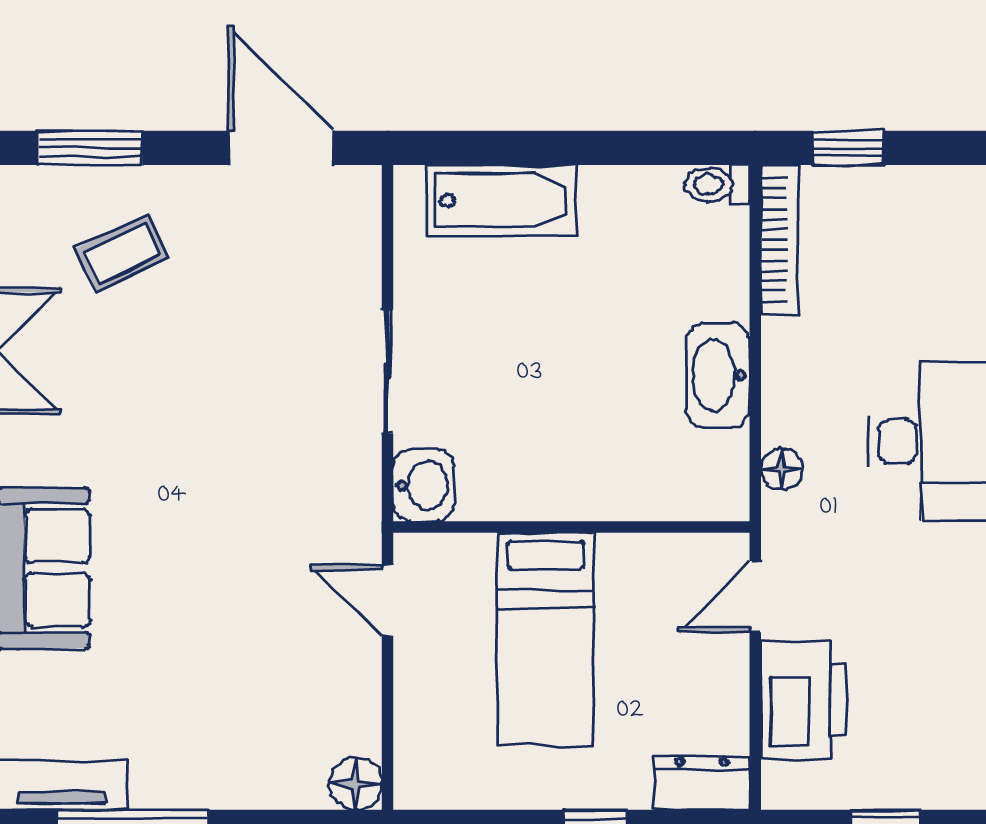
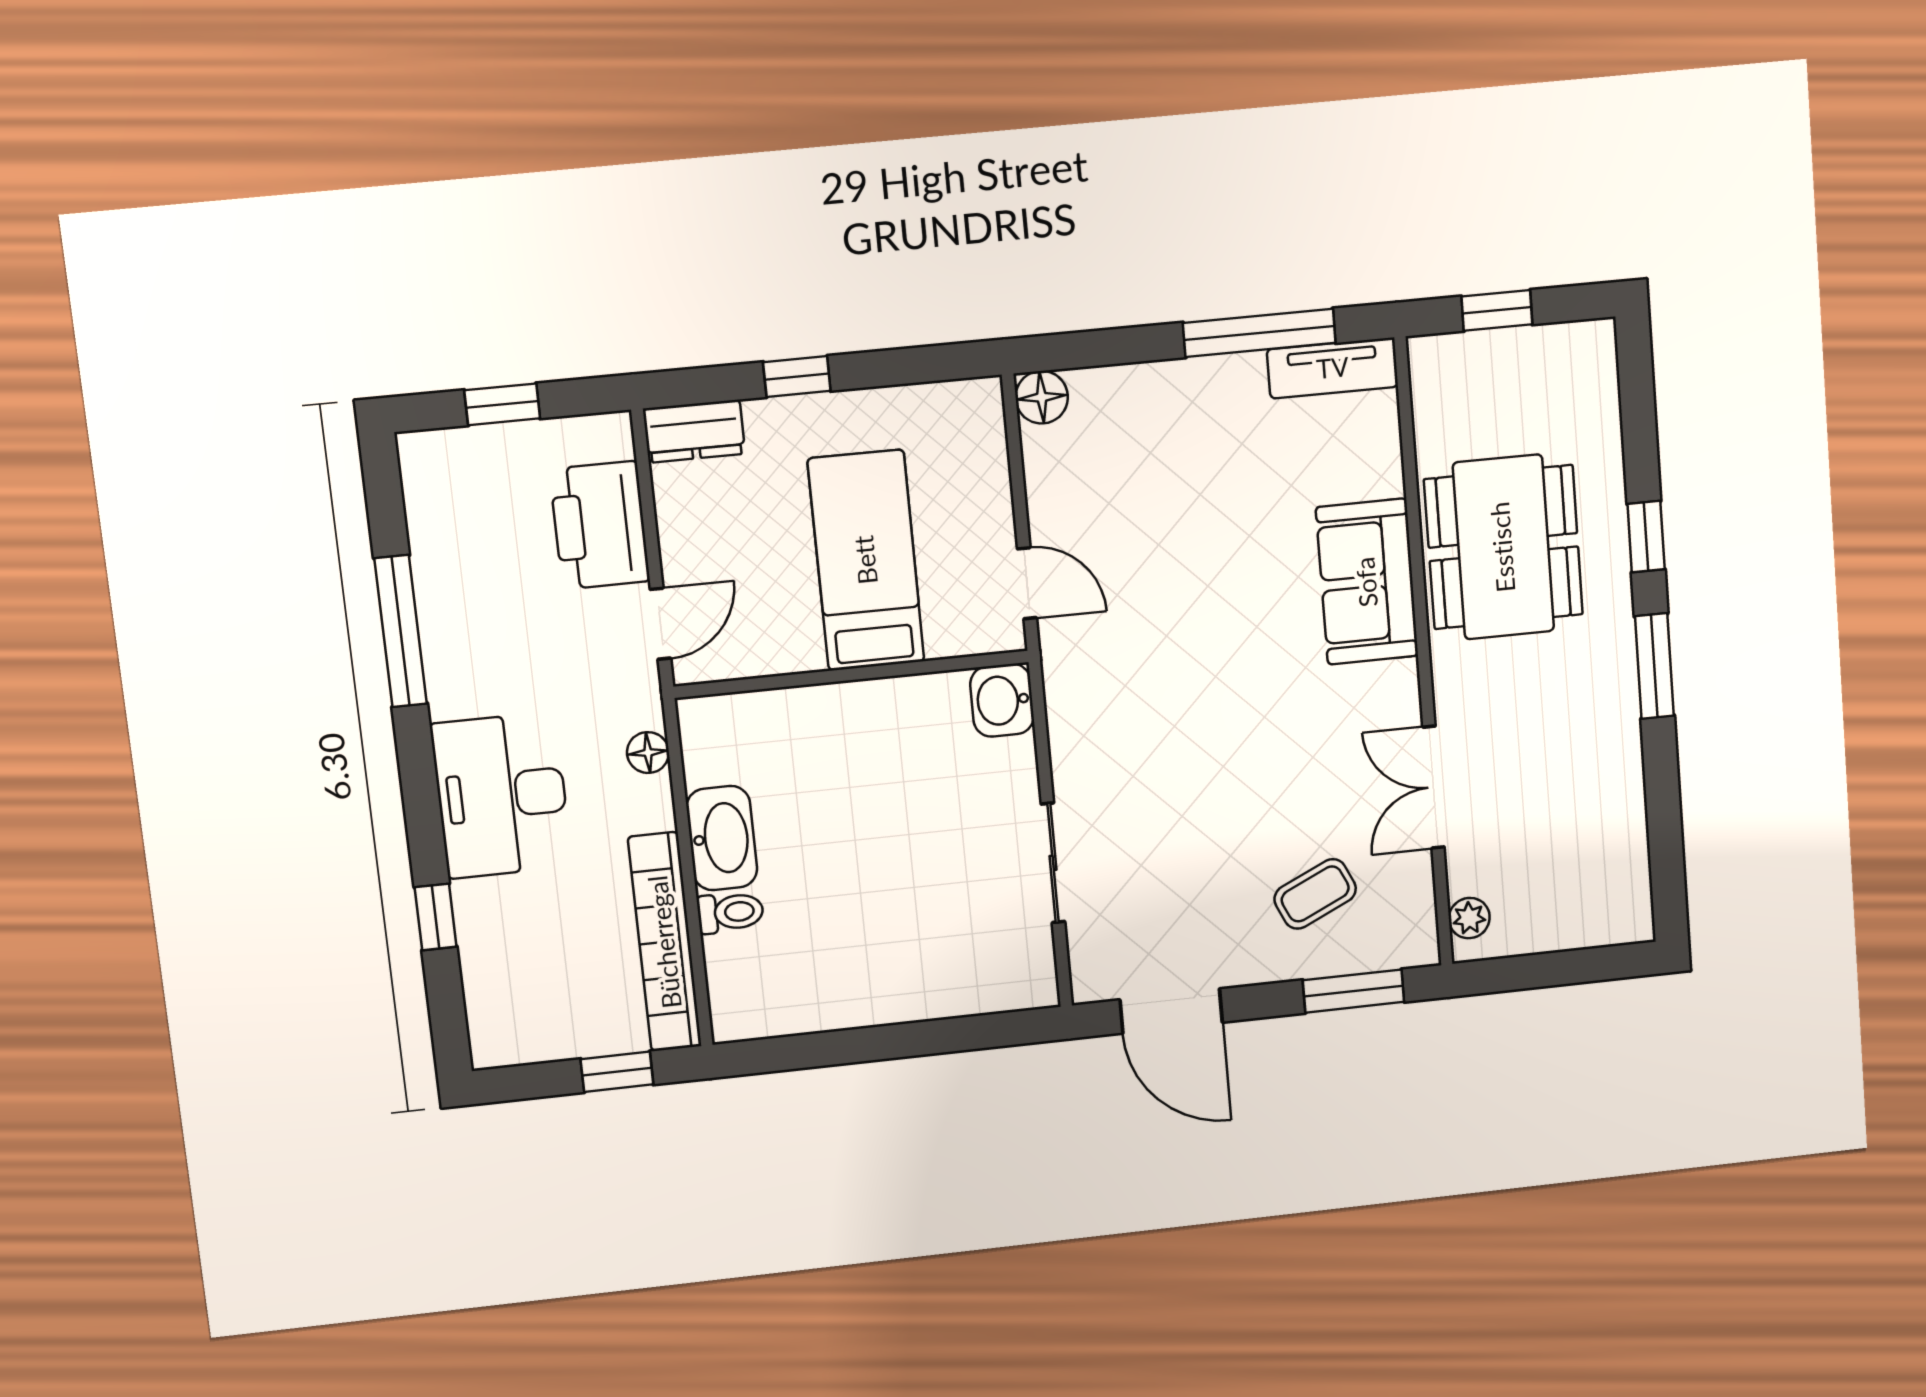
toilet: (717, 185) -> (730, 912), moved
bathtub: (502, 200) -> (952, 984), removed
bookcase: (780, 240) -> (665, 942), width x1.48, depth x1.31
sliding door: (387, 371) -> (1053, 863), moved

